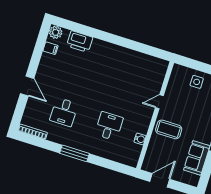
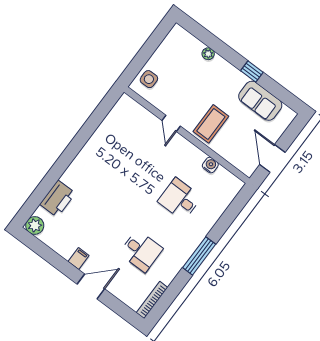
filing cabinet: (51, 48) -> (79, 258), moved
side table: (197, 82) -> (149, 79), moved

